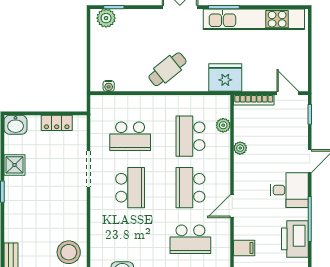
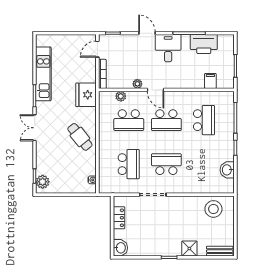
kitchen unit: (254, 19) -> (43, 74), width x0.73
shower: (15, 165) -> (189, 249), moved
door: (232, 206) -> (155, 90), moved

